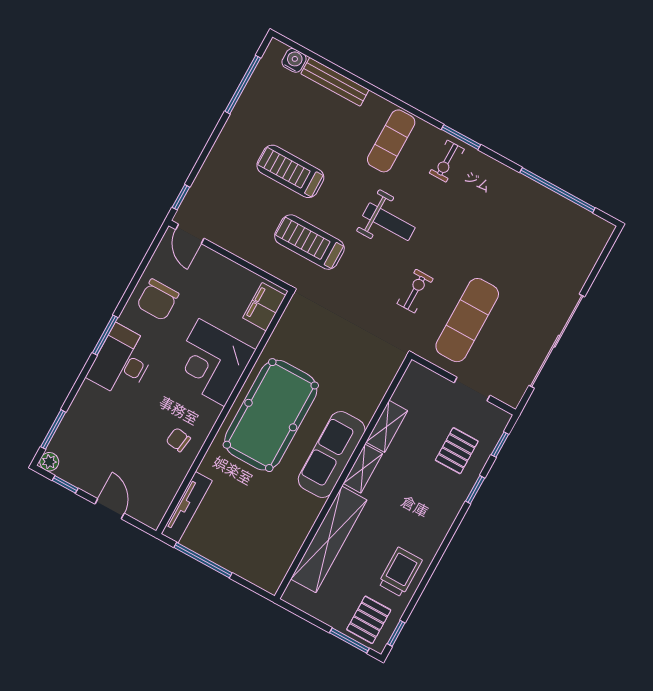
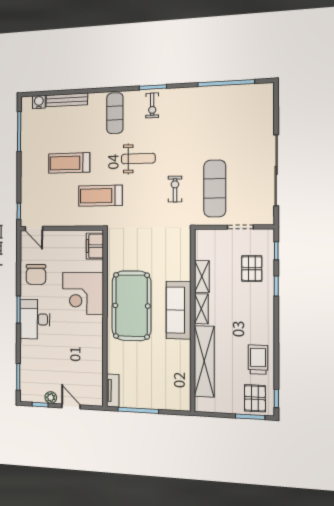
chair: (178, 440) -> (88, 347), removed
plant: (49, 462) -> (51, 398), moved
tv unit: (187, 507) -> (113, 391), width x0.71

